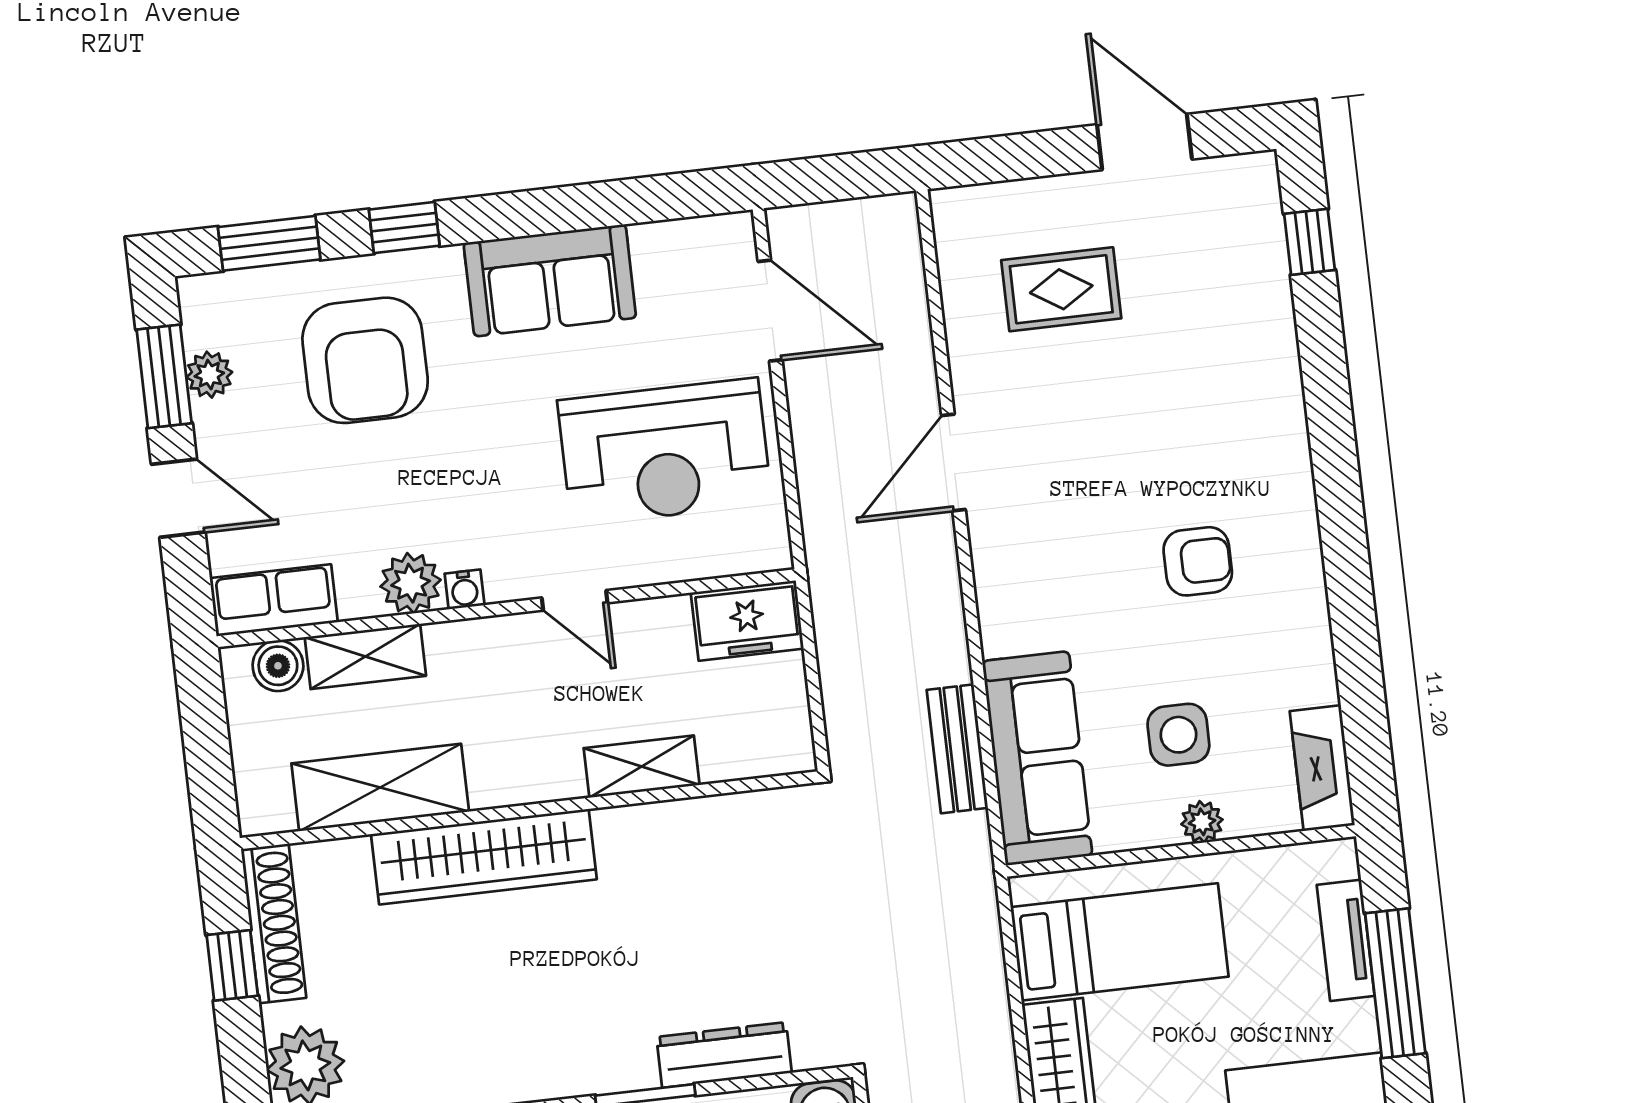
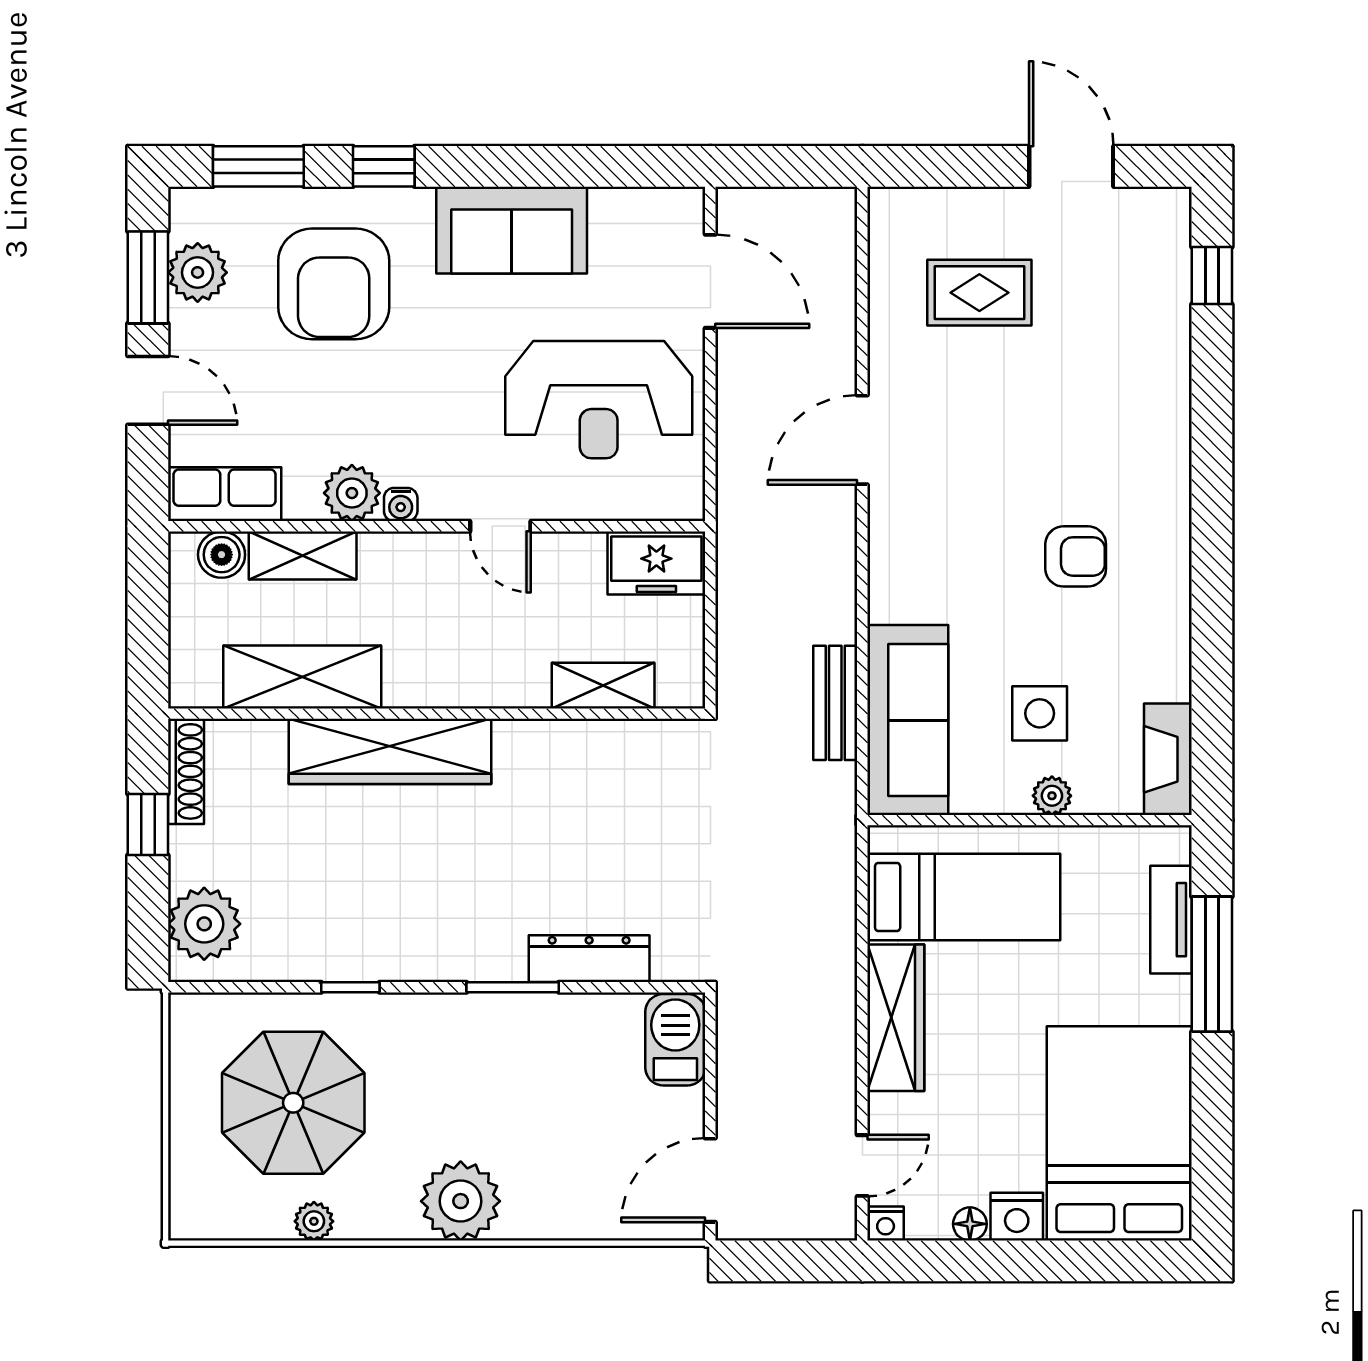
plant: (209, 375) -> (198, 272), width x1.38, depth x1.38
shelving: (642, 767) -> (603, 686), moved
shoe rack: (274, 923) -> (186, 771), width x0.74, depth x0.81

